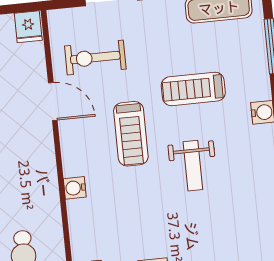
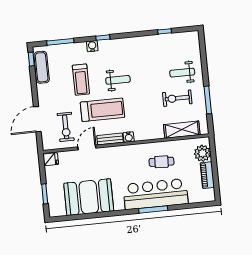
treadmill: (131, 134) -> (102, 110), width x1.37, depth x1.38
bench: (71, 149) -> (110, 139), added

